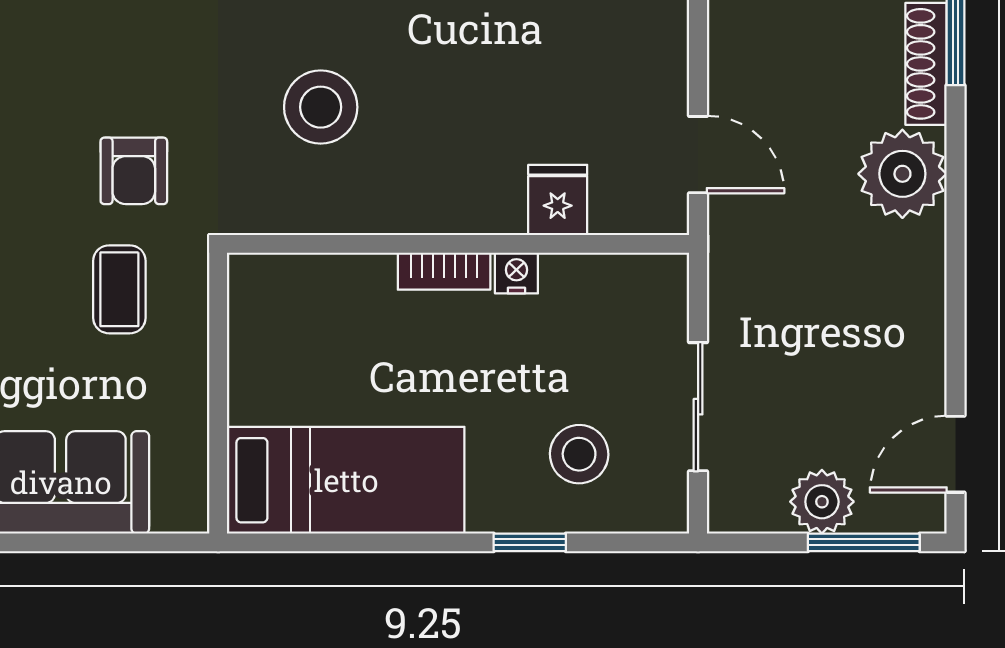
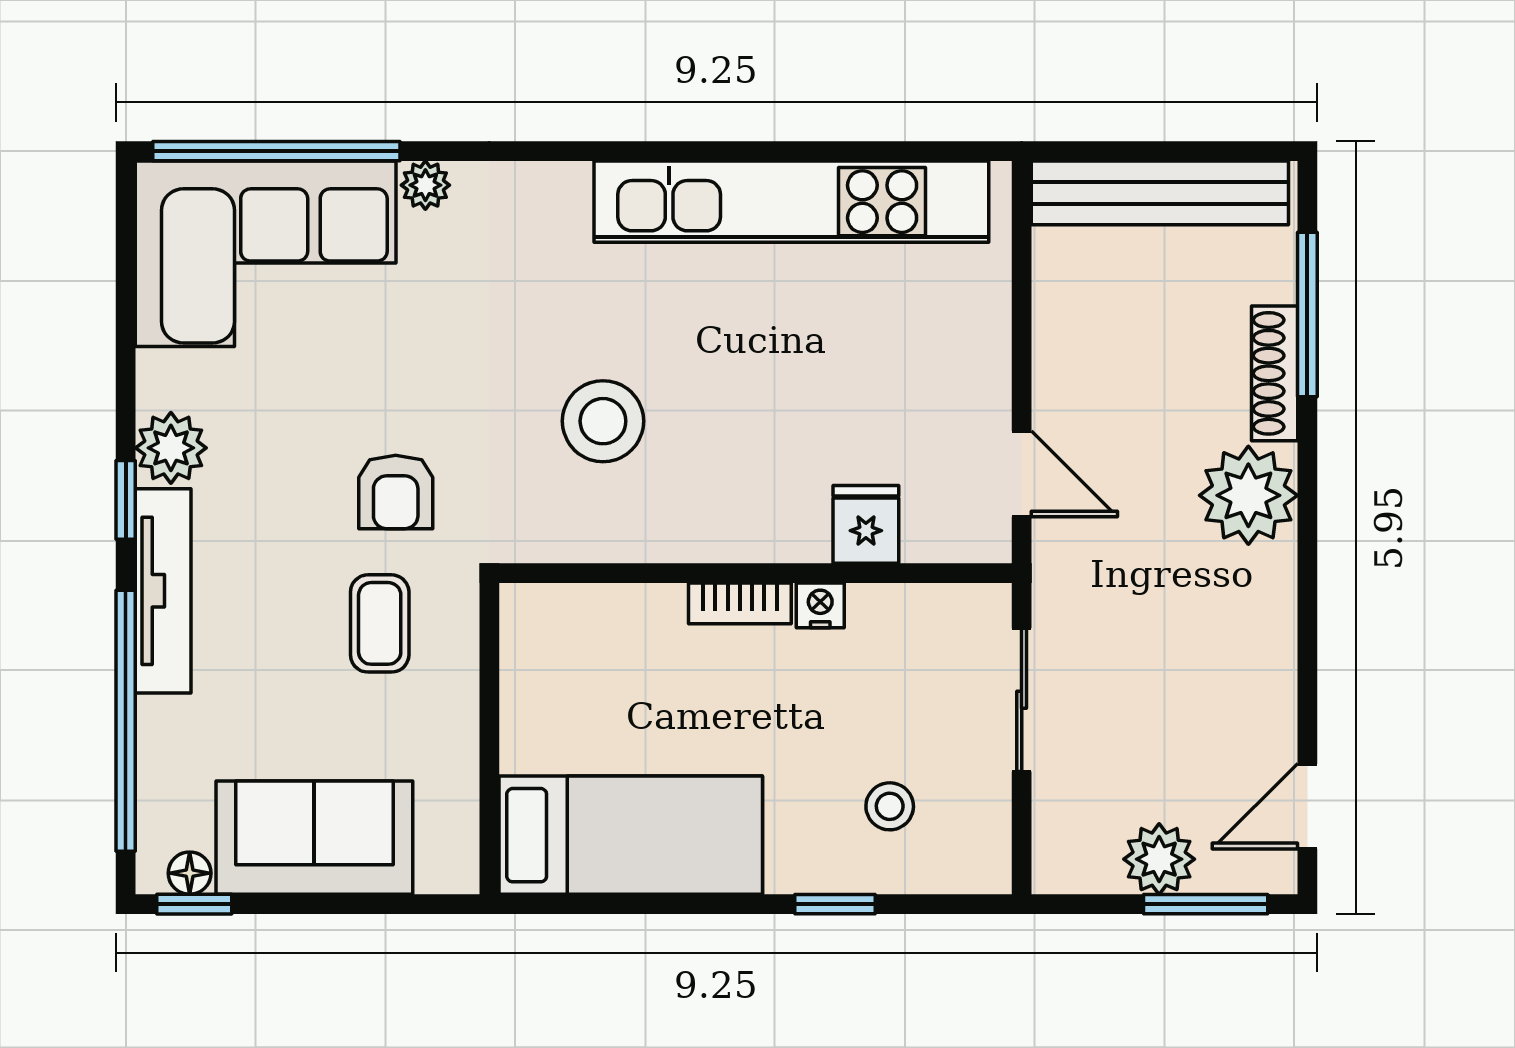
sliding door: (698, 407) -> (1022, 700), moved
stool: (579, 454) -> (890, 806), width x0.73, depth x0.73

